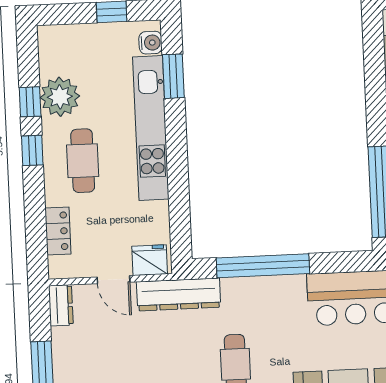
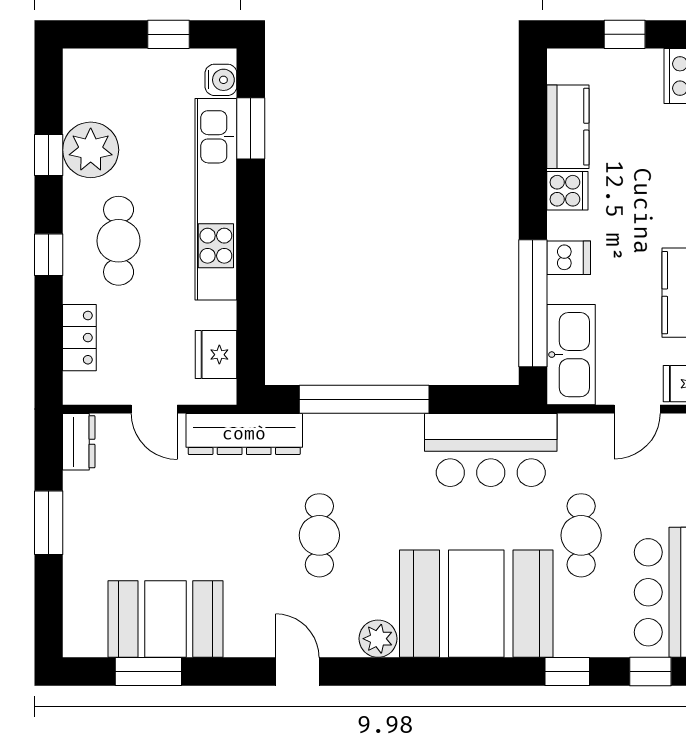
window: (32, 150) -> (49, 255), moved
fridge: (150, 260) -> (216, 355), moved, turned -90

